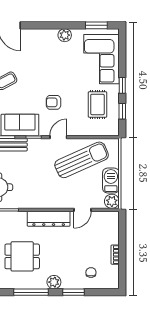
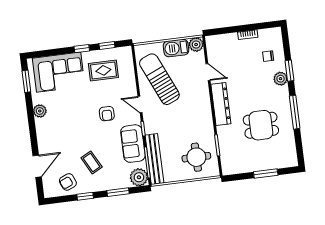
dining table: (22, 256) -> (261, 125), turned 90
plant: (54, 282) -> (281, 79), moved

